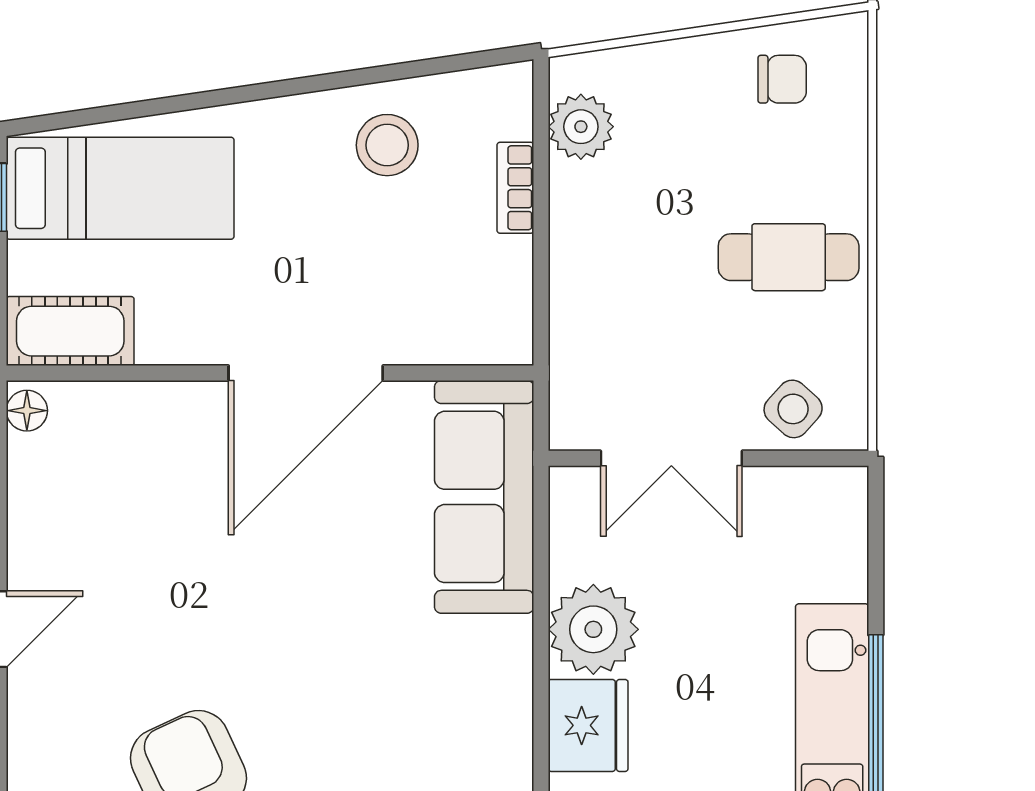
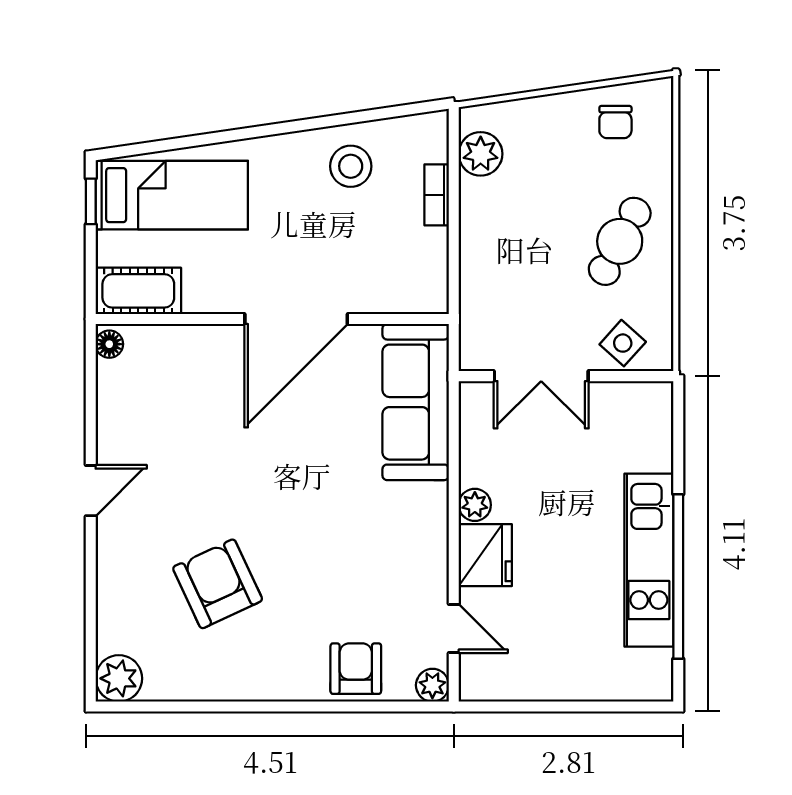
chair: (782, 79) -> (615, 122), turned 90
cafe table: (789, 257) -> (620, 241), turned -62
plant: (593, 629) -> (475, 505), width x0.53, depth x0.53

